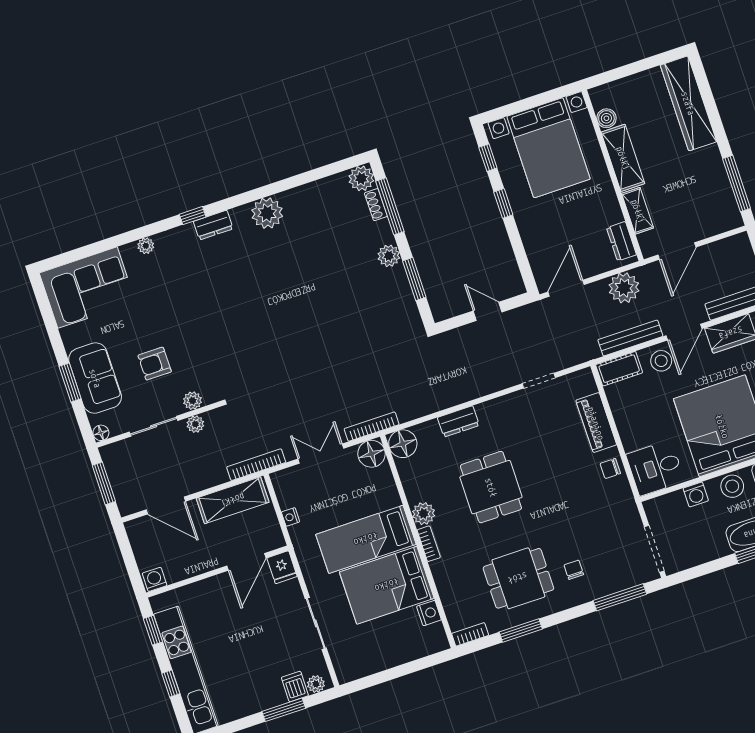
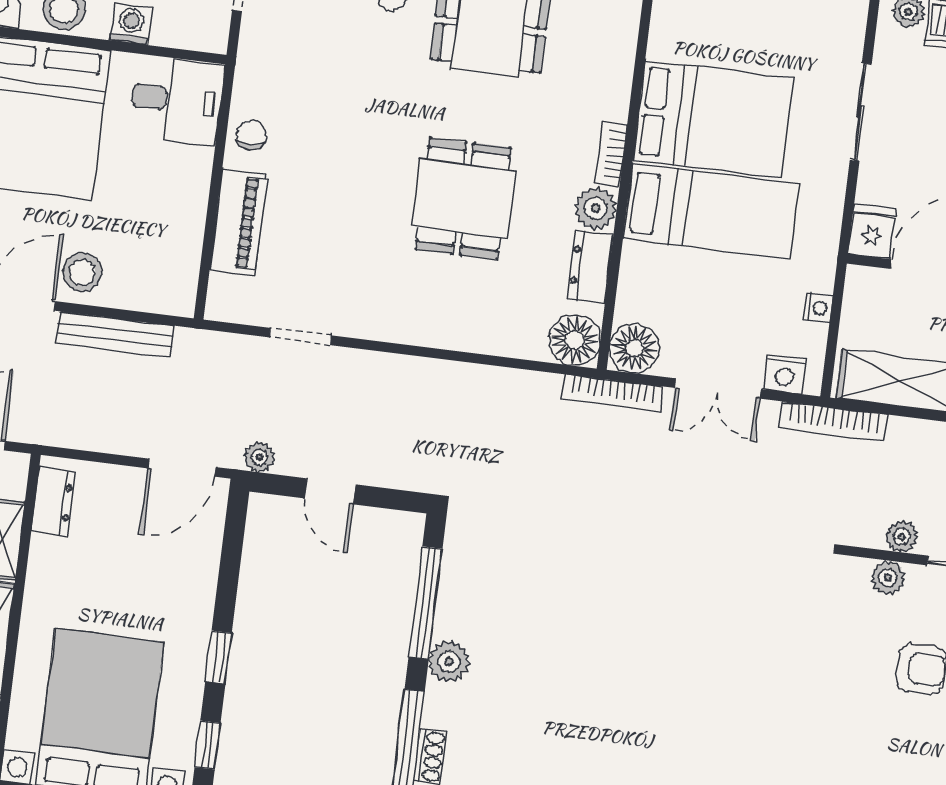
window: (414, 279) -> (425, 603), width x1.44
plant: (624, 288) -> (260, 457), moved, width x0.53, depth x0.53
cot: (619, 369) -> (158, 293), removed
dresser: (458, 421) -> (590, 267), moved, turned -90
chair: (610, 468) -> (251, 135), turned -90
nightstand: (429, 613) -> (785, 374), moved, turned -90

